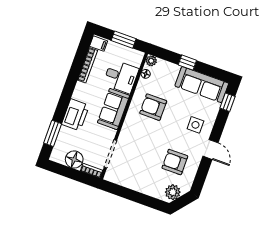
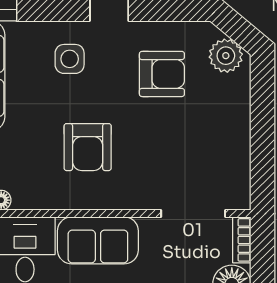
armchair: (153, 107) -> (88, 147), moved
armchair: (175, 162) -> (162, 74), turned -90

